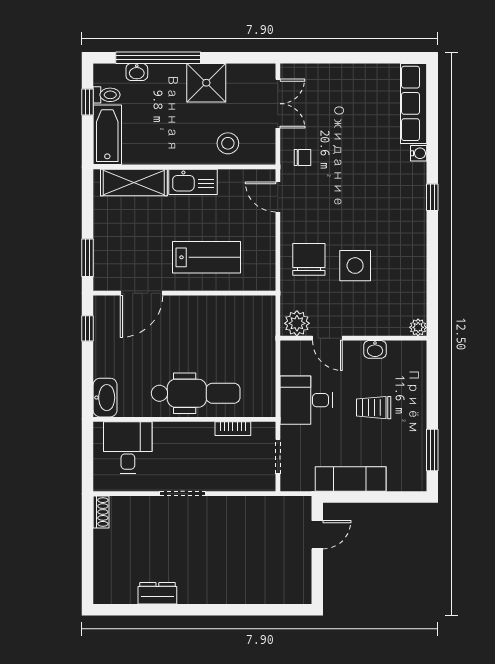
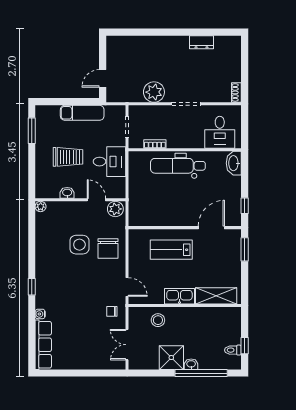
washbasin: (137, 72) -> (191, 364), moved
bathtub: (107, 135) -> (232, 325), removed
trolley: (374, 408) -> (68, 157), width x1.36, depth x1.39
plant: (234, 513) -> (154, 92), added

